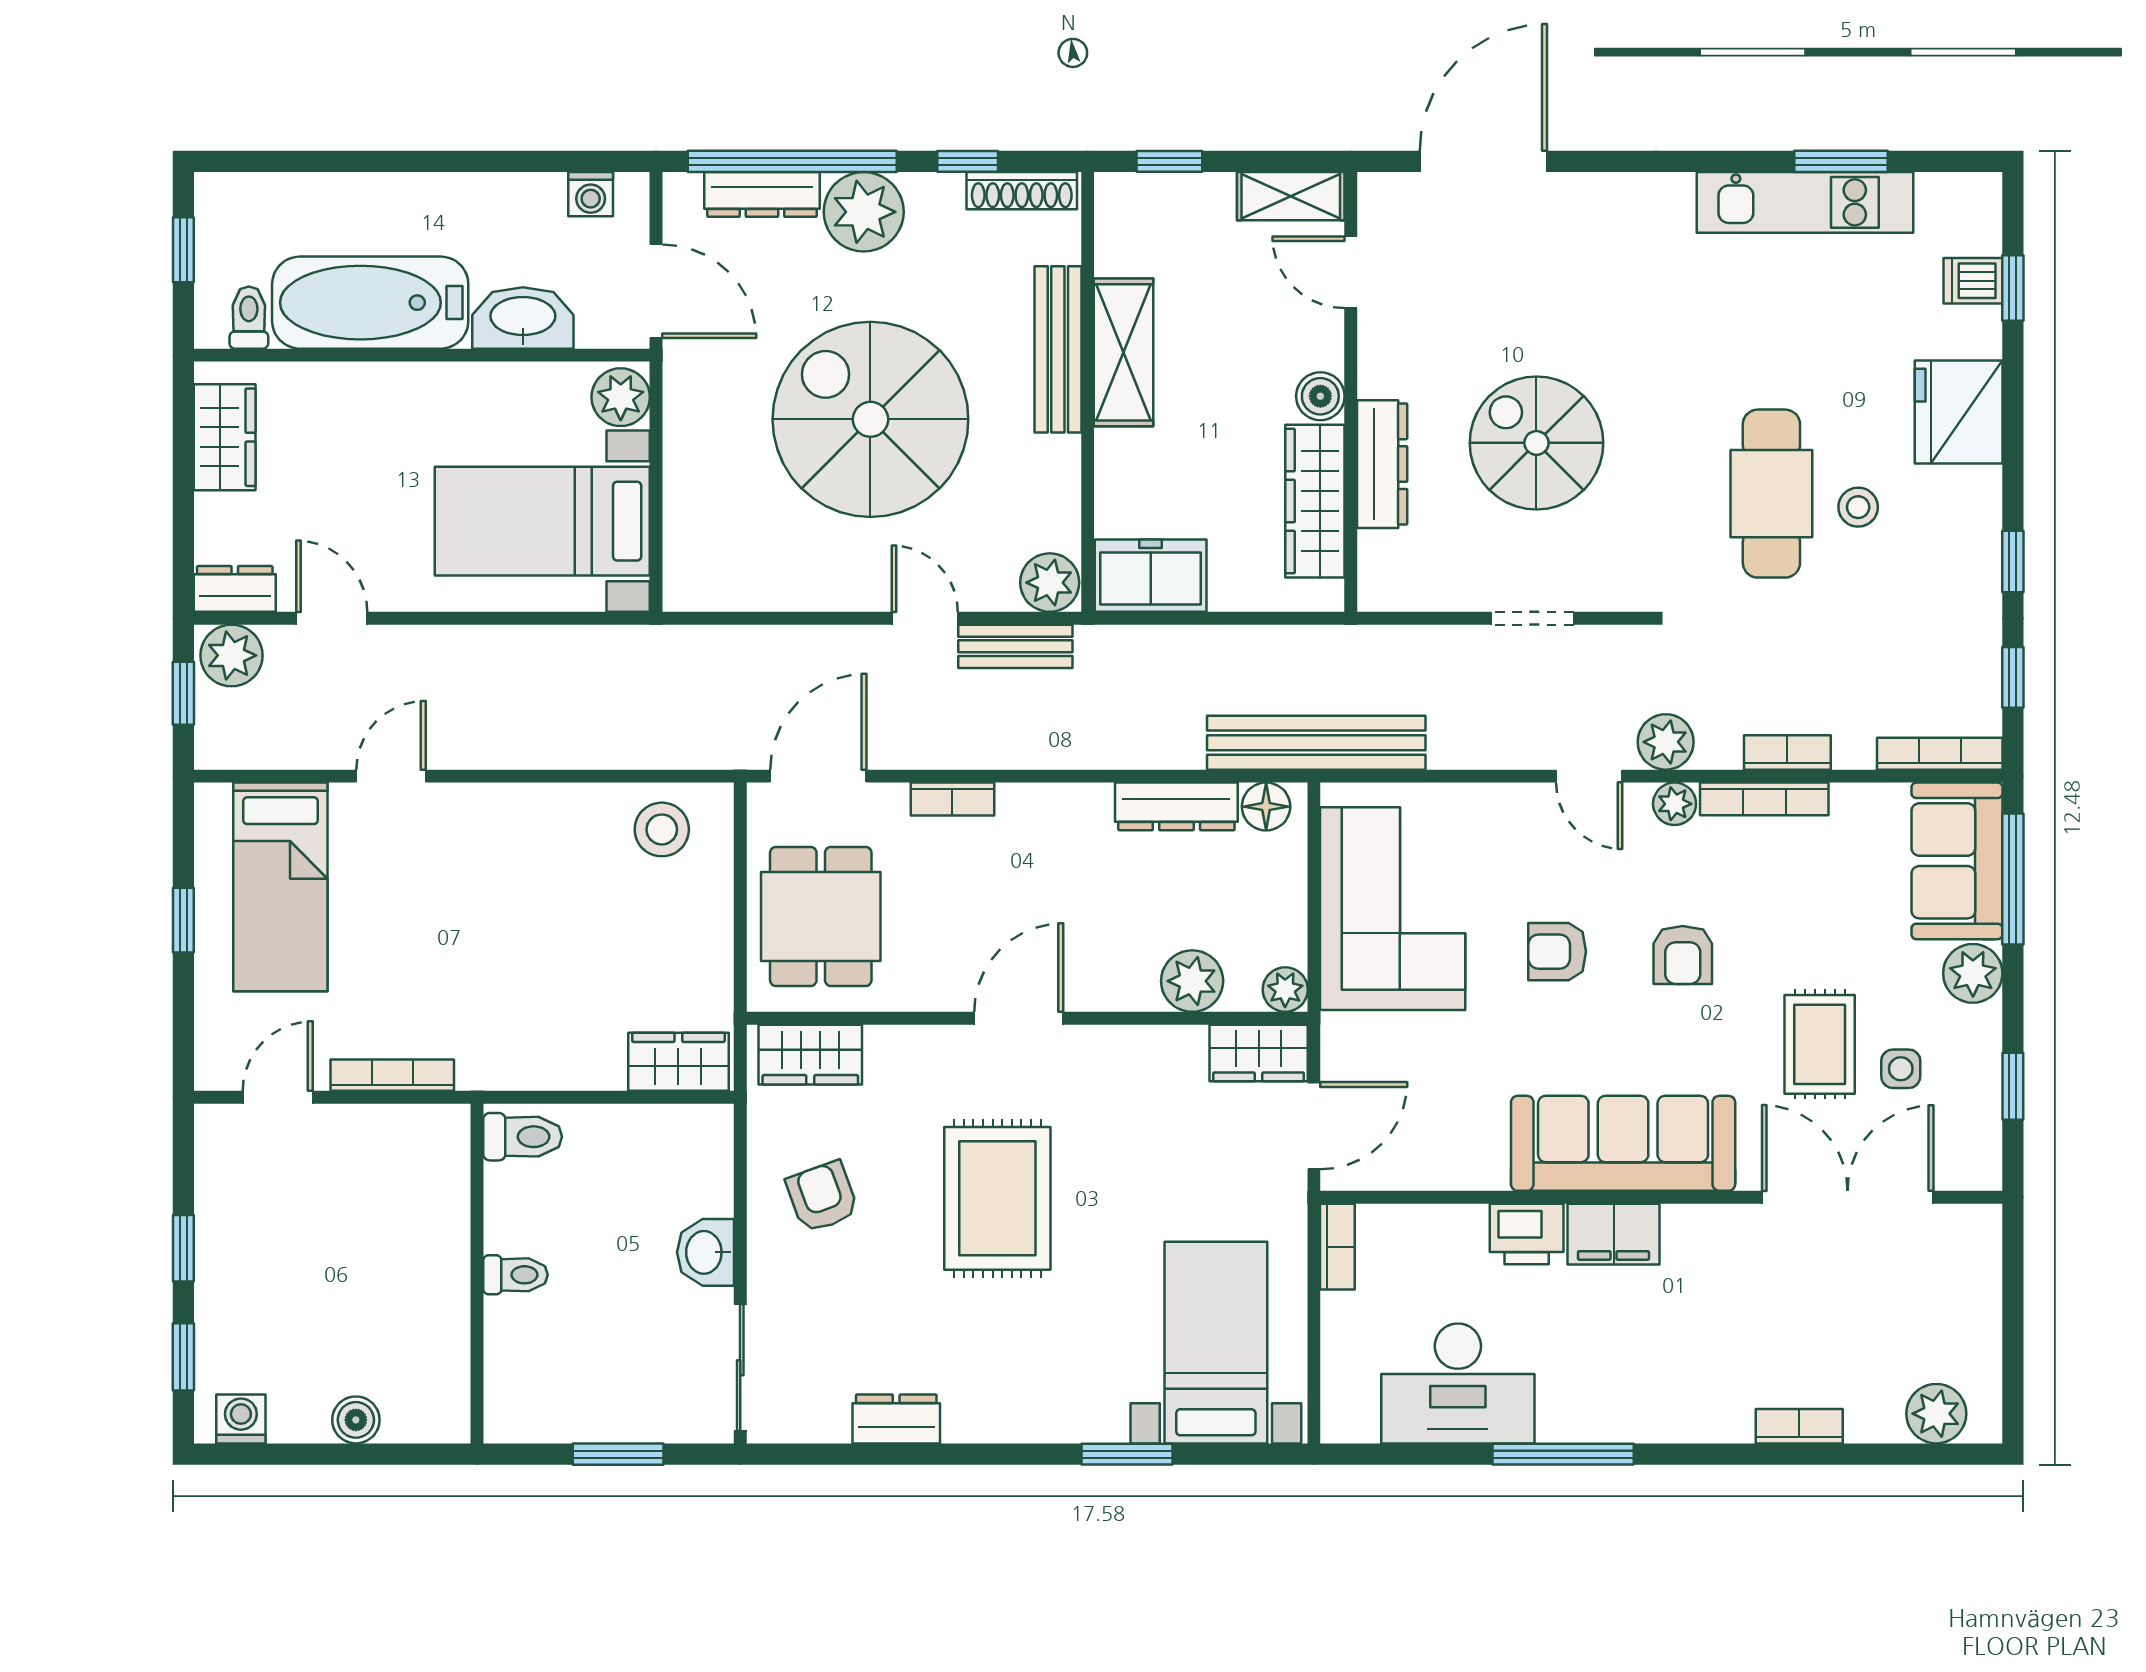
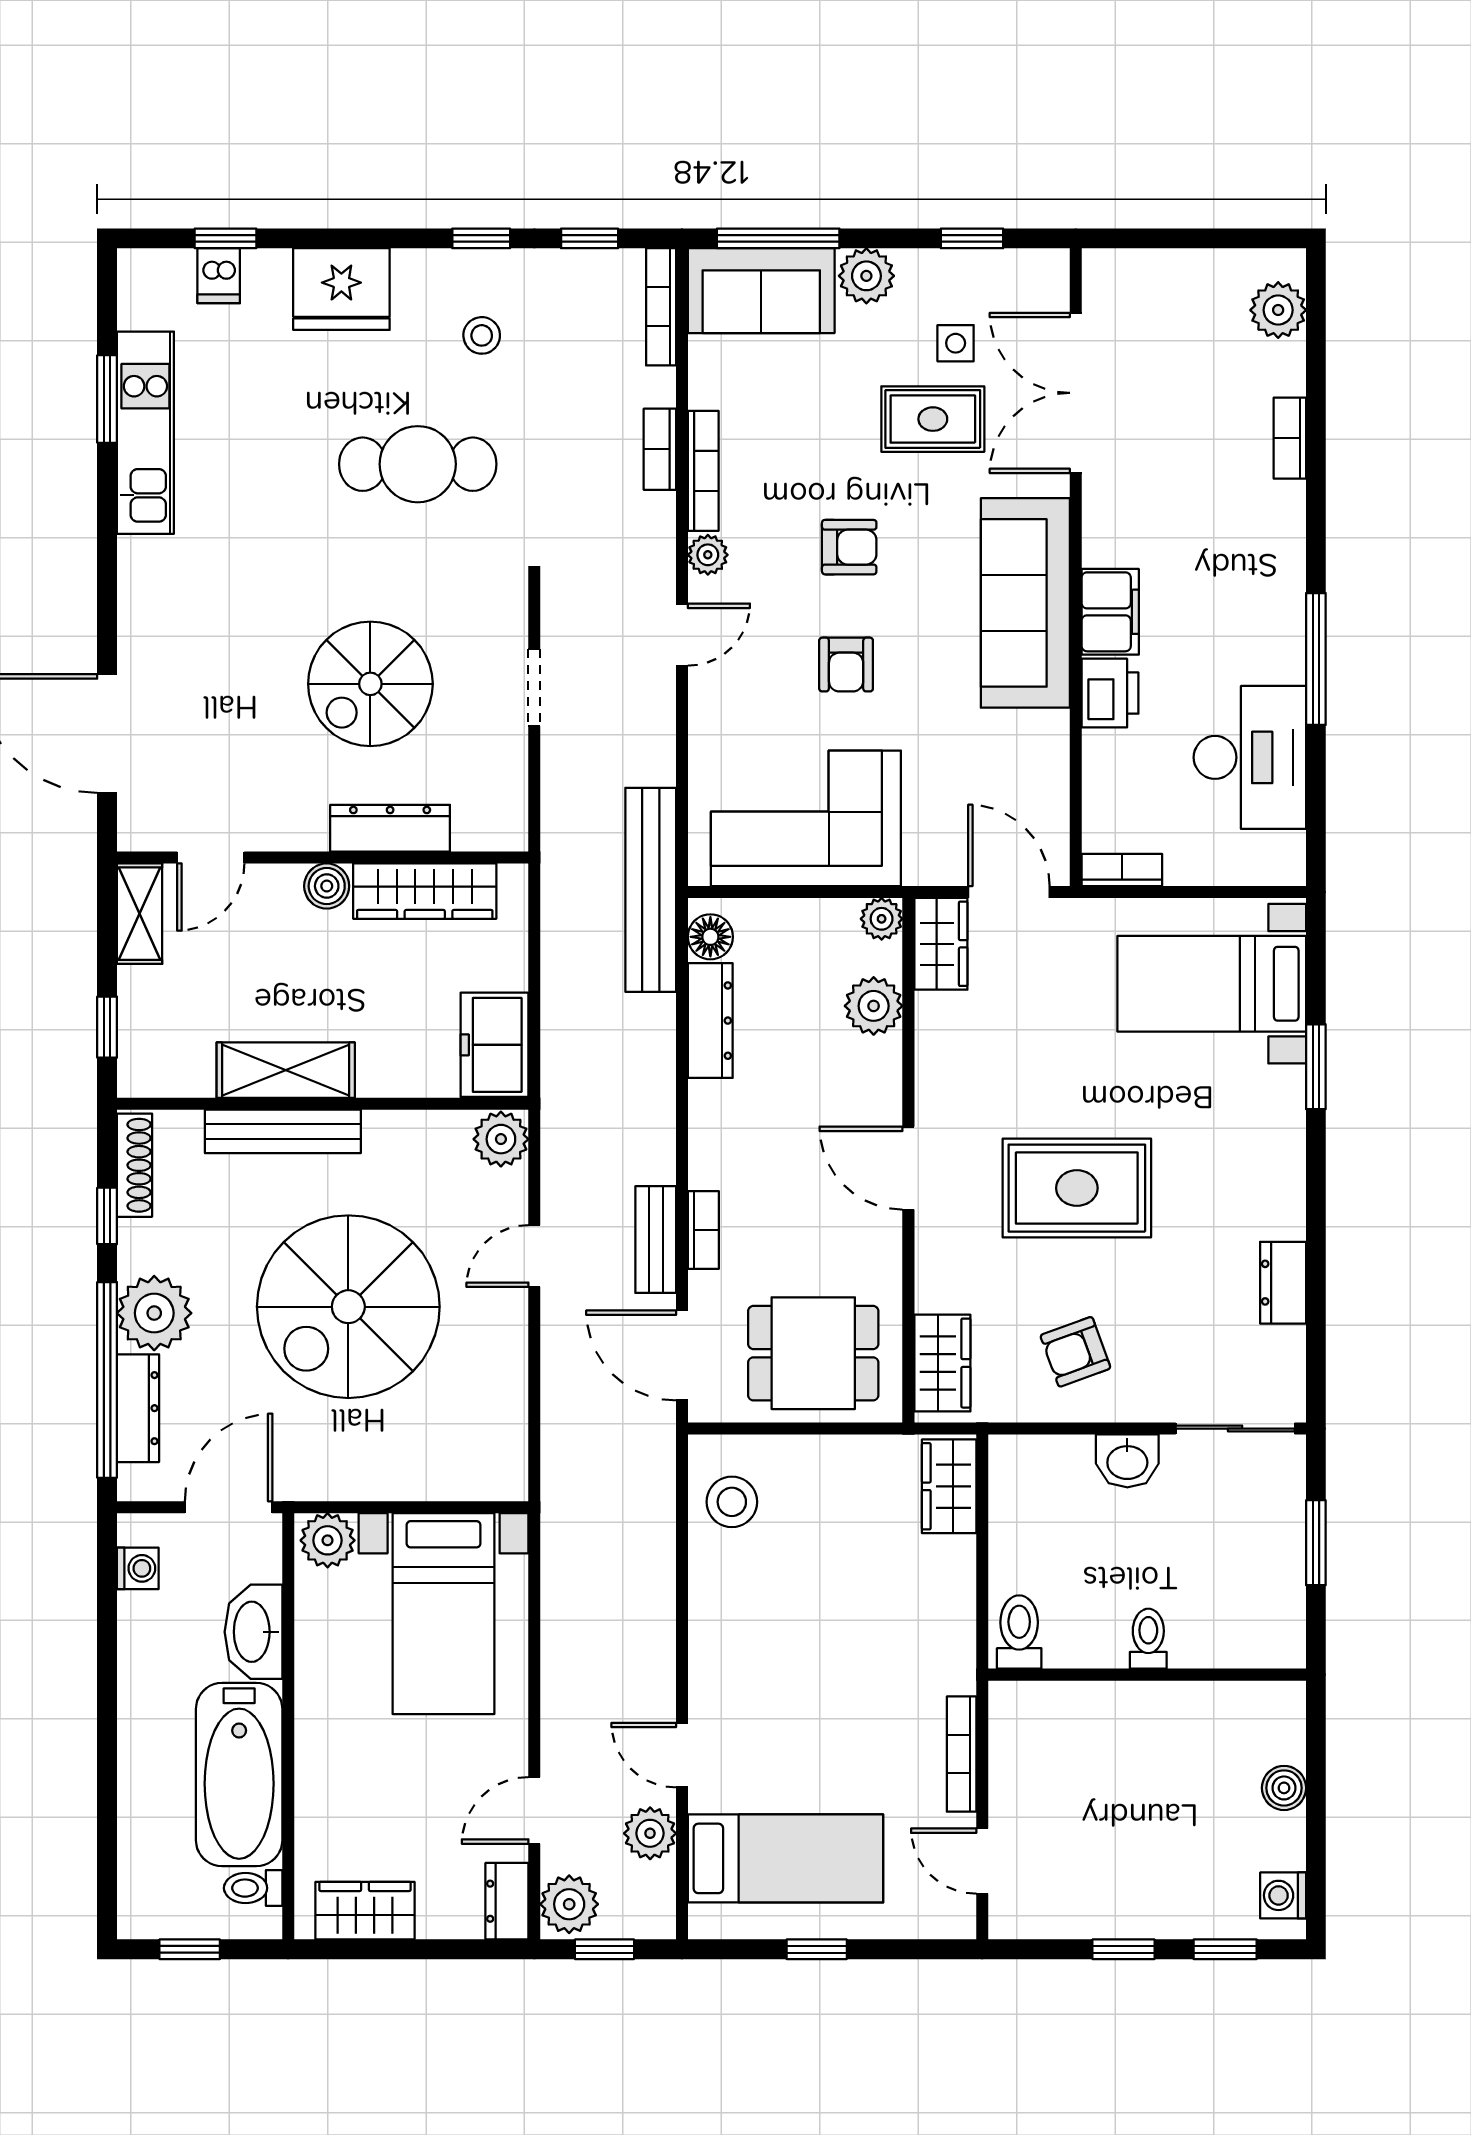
stool: (1858, 507) -> (482, 335), moved
bench: (1015, 646) -> (656, 1240), moved
plant: (1666, 742) -> (650, 1833), moved

